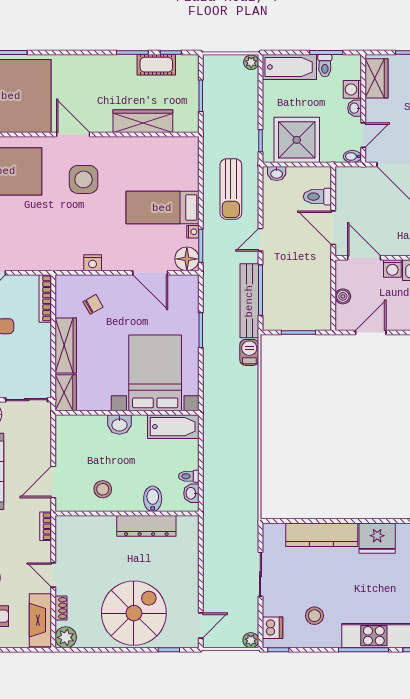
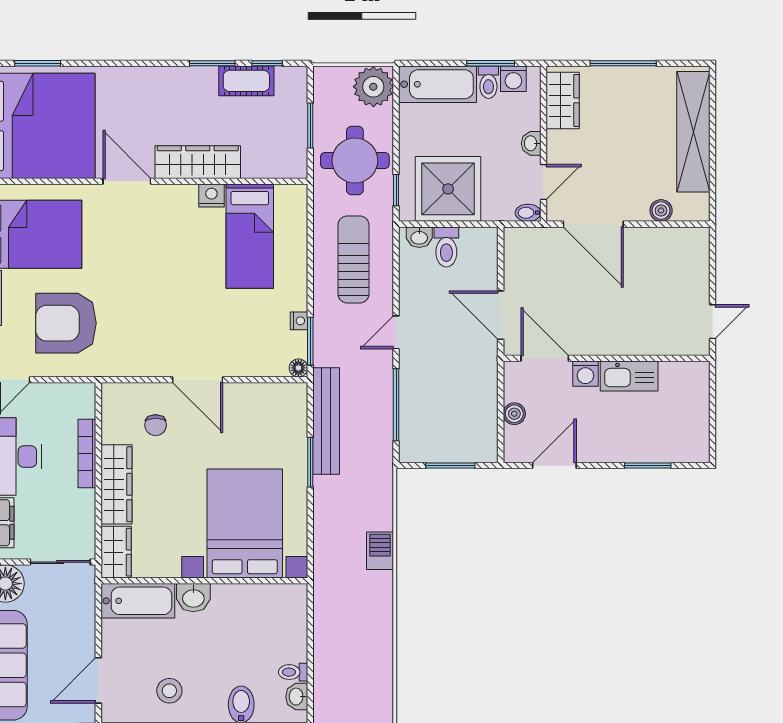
plant: (251, 62) -> (373, 87), width x1.88, depth x1.88
washing machine: (352, 89) -> (513, 79), moved, turned -90
round table: (232, 120) -> (355, 160), added
wardrobe: (143, 121) -> (198, 162), moved
side table: (84, 179) -> (142, 246), removed
sun lounger: (231, 189) -> (353, 260), turned 180
toilet: (317, 197) -> (446, 247), moved, turned -90
bed: (162, 208) -> (250, 236), moved, turned -90
armchair: (31, 233) -> (66, 323), added
floor lamp: (187, 259) -> (298, 368), width x0.53, depth x0.53
nightstand: (93, 263) -> (211, 196), moved, turned 180
door: (150, 273) -> (198, 380), moved
bookcase: (45, 298) -> (87, 453), moved
bench: (249, 301) -> (326, 421), moved
chair: (93, 304) -> (156, 425), turned 120
barbecue: (249, 352) -> (380, 551), moved
bathtub: (173, 427) -> (138, 601), moved

